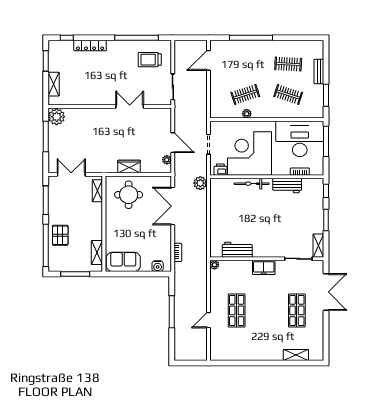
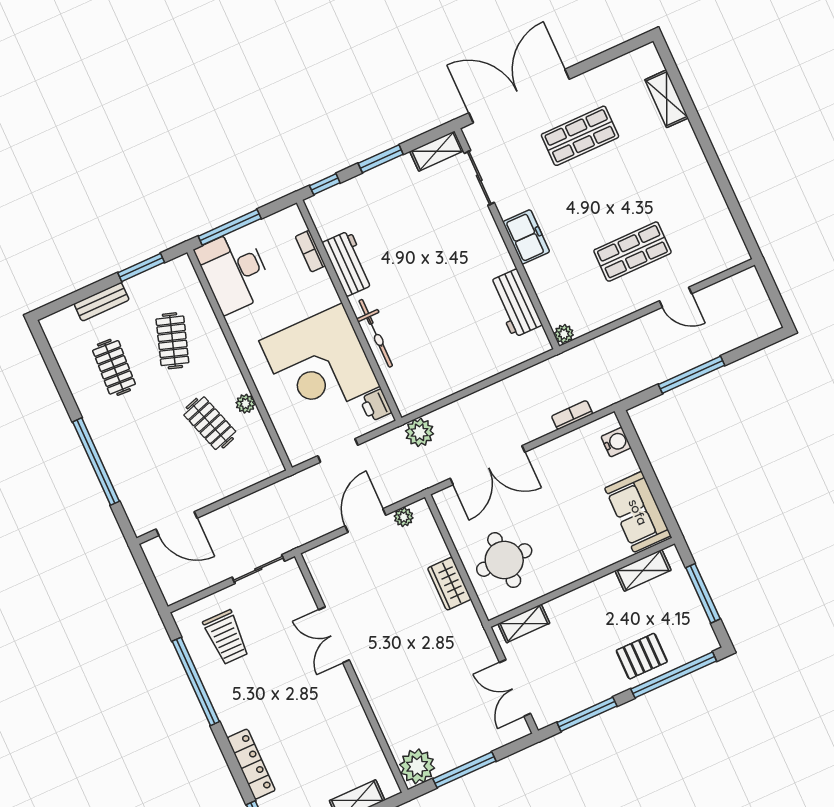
desk: (300, 139) -> (234, 271), width x0.73, depth x0.77
double door: (326, 292) -> (519, 96), width x1.36

